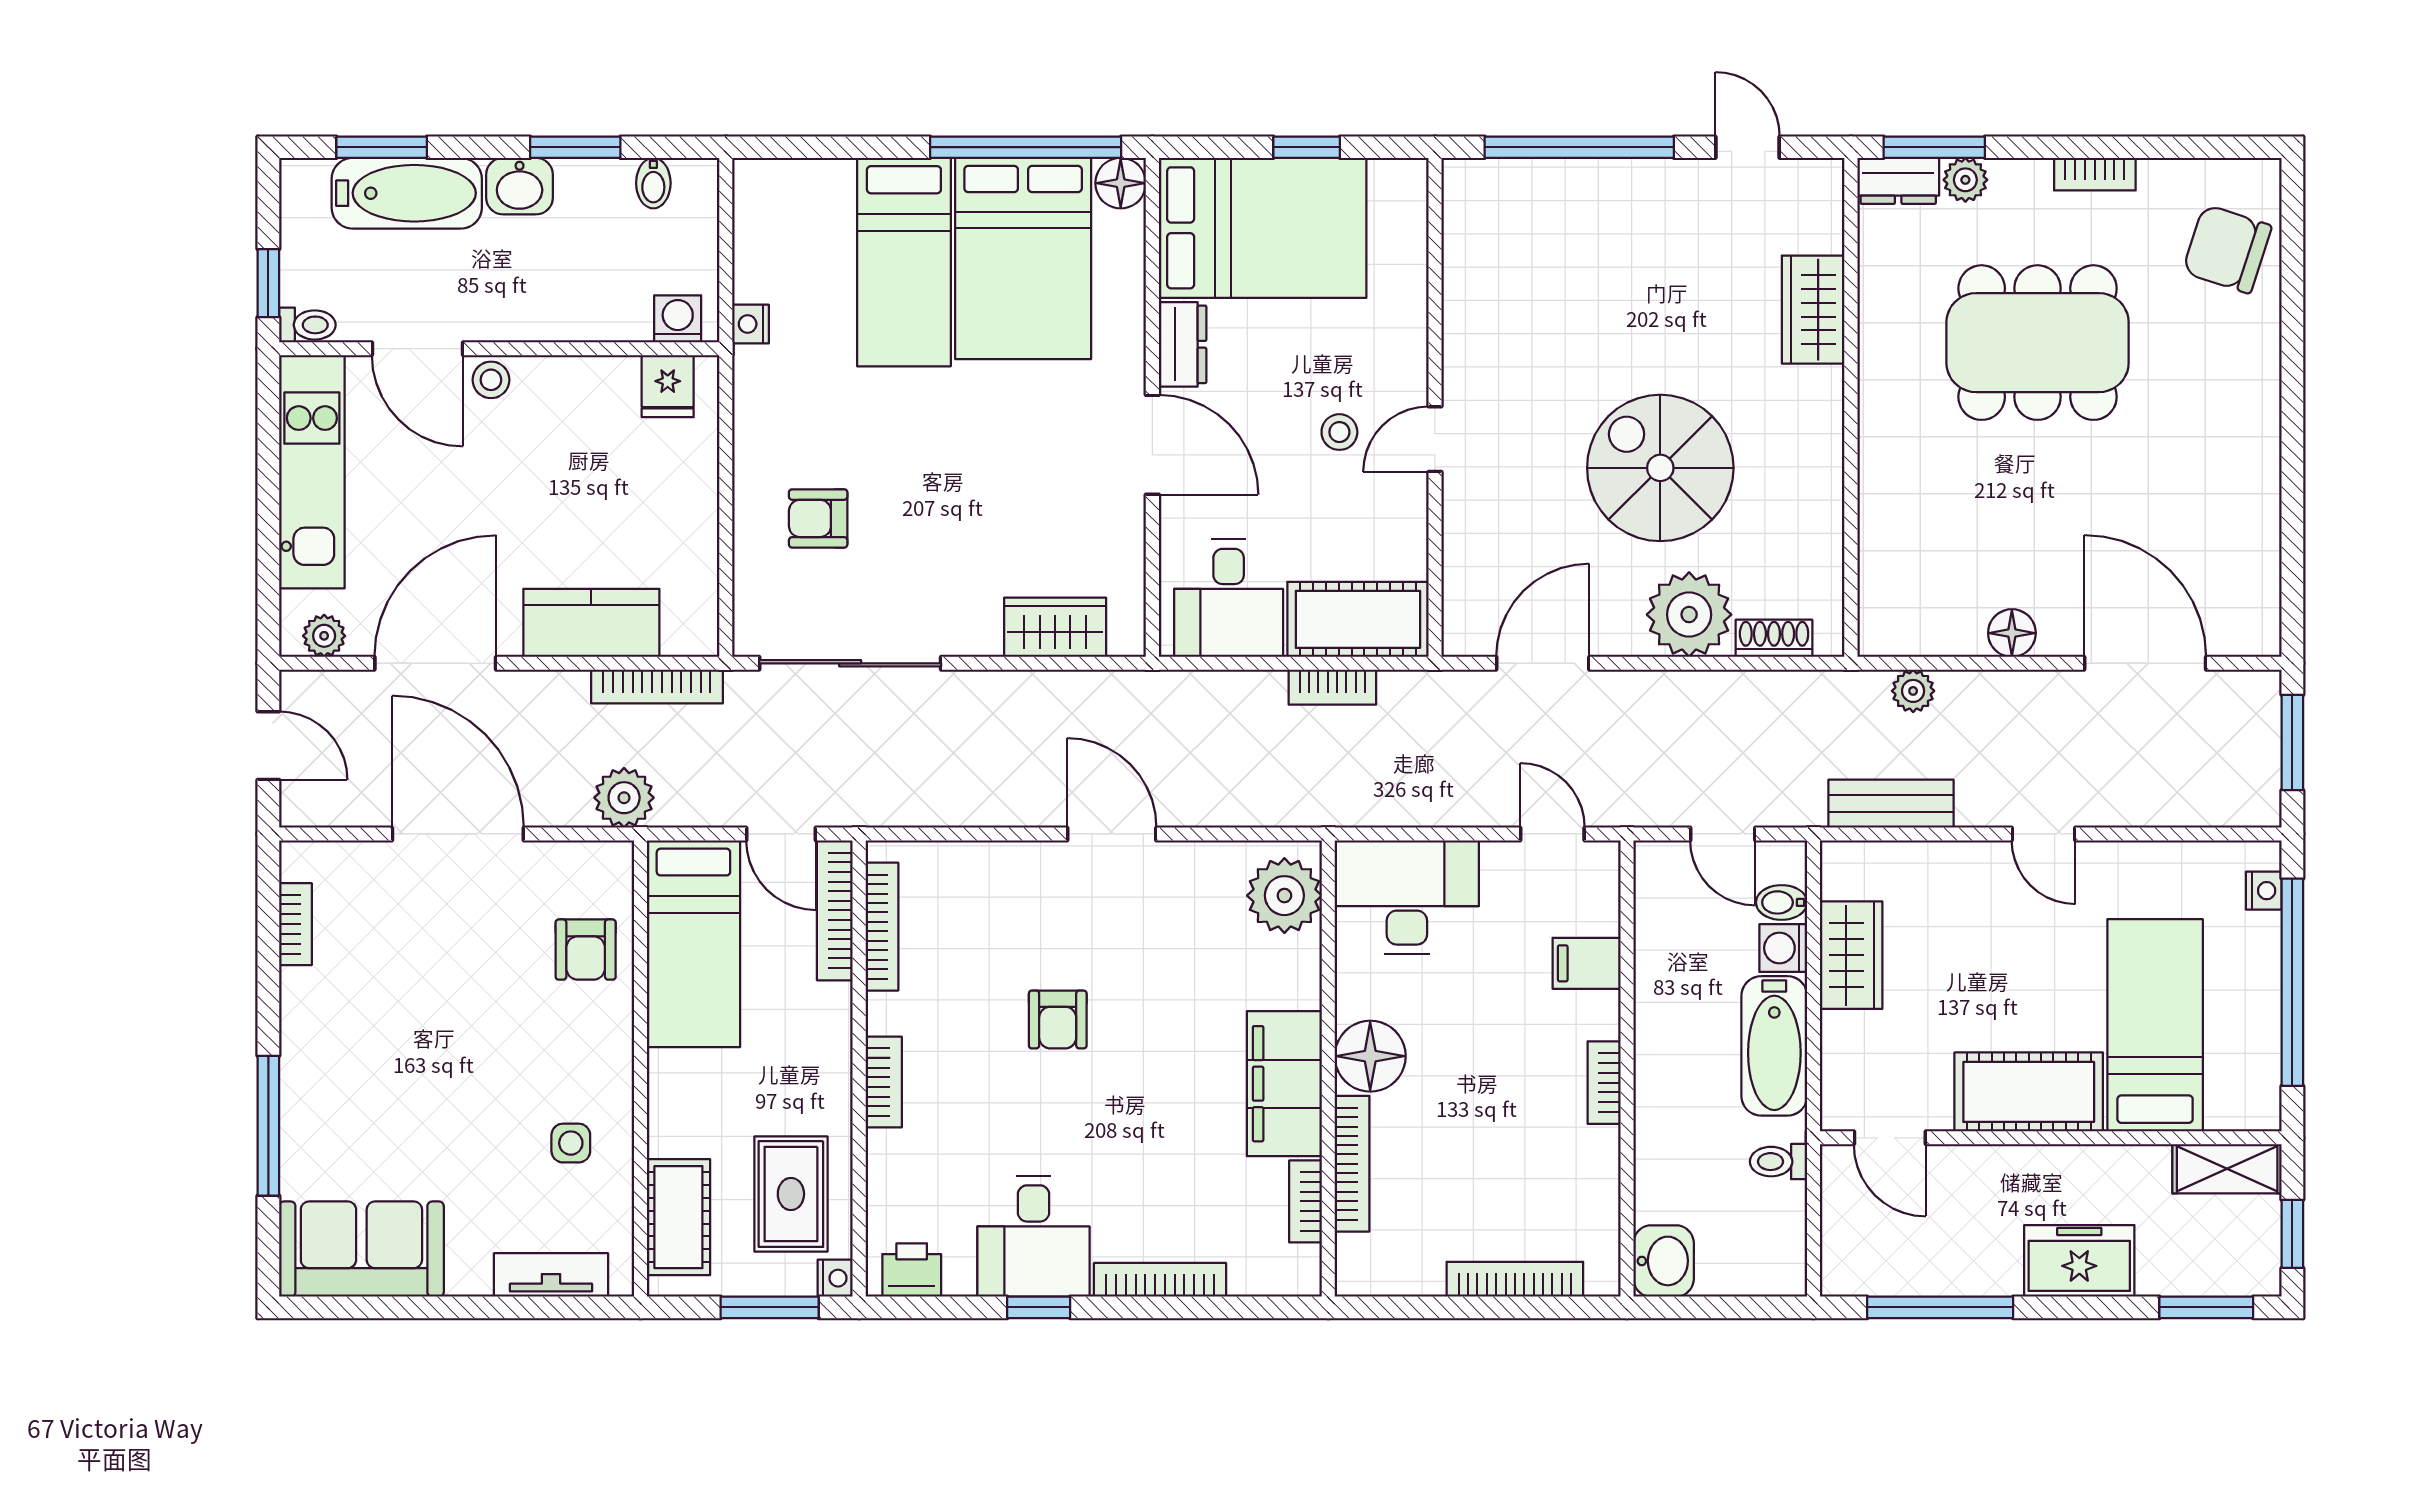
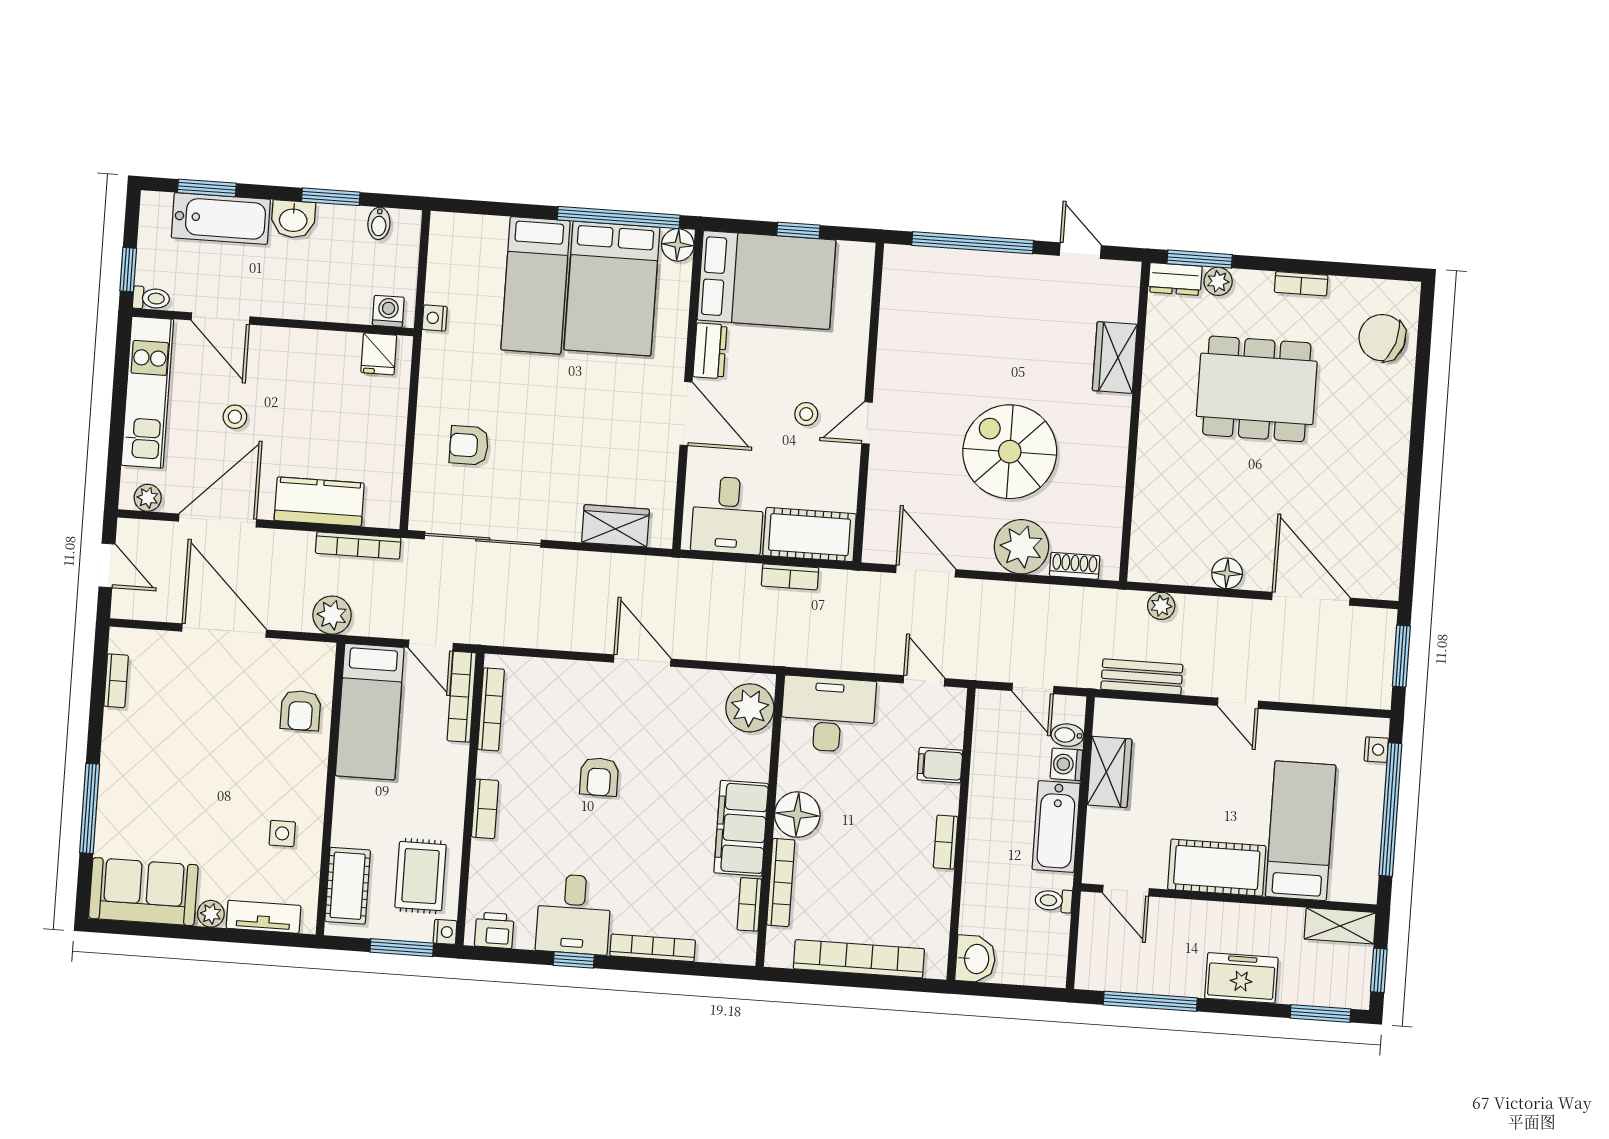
stool: (491, 380) -> (235, 417), moved
door: (1543, 663) -> (926, 571), hinge flipped
plant: (469, 1276) -> (211, 914), added
bookcase: (1515, 1279) -> (859, 959), width x1.48, depth x1.31

